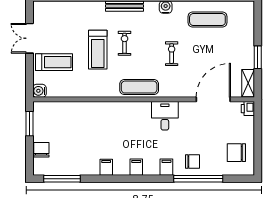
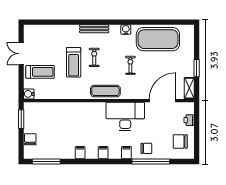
exercise mat: (207, 20) -> (158, 39), width x2.00, depth x1.45
printer: (248, 109) -> (189, 120), moved
desk: (165, 116) -> (125, 116), width x1.87, depth x1.30

